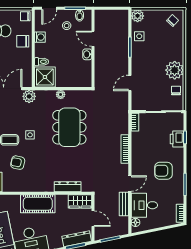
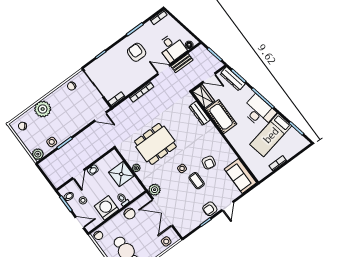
washing machine: (40, 37) -> (106, 208), width x1.89, depth x1.89
chair: (23, 41) -> (130, 214), moved
plant: (175, 70) -> (43, 109), moved
shower: (45, 77) -> (121, 174), moved
door: (130, 83) -> (100, 117), moved
printer: (177, 139) -> (106, 59), removed
armchair: (163, 171) -> (137, 52), turned 180
cot: (38, 204) -> (221, 117), moved
door: (93, 219) -> (209, 78), swing flipped

